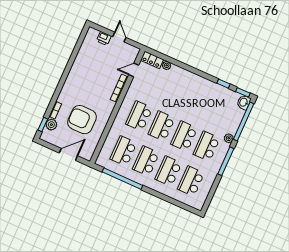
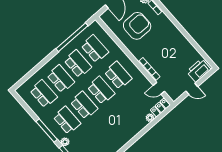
printer: (104, 38) -> (199, 70), width x1.87, depth x1.48
door: (134, 70) -> (159, 88), swing flipped

